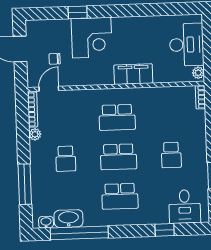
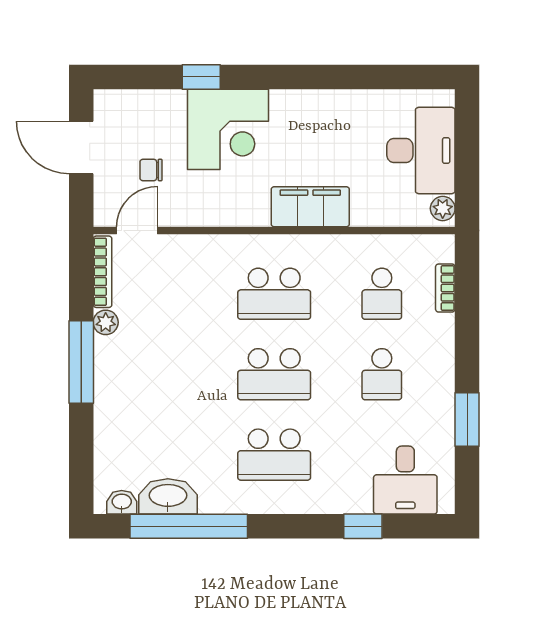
bookcase: (200, 97) -> (445, 288), moved
school desk: (66, 159) -> (382, 294), moved
window: (25, 184) -> (81, 362), moved

